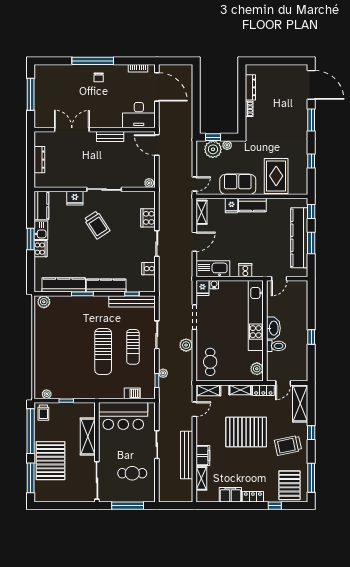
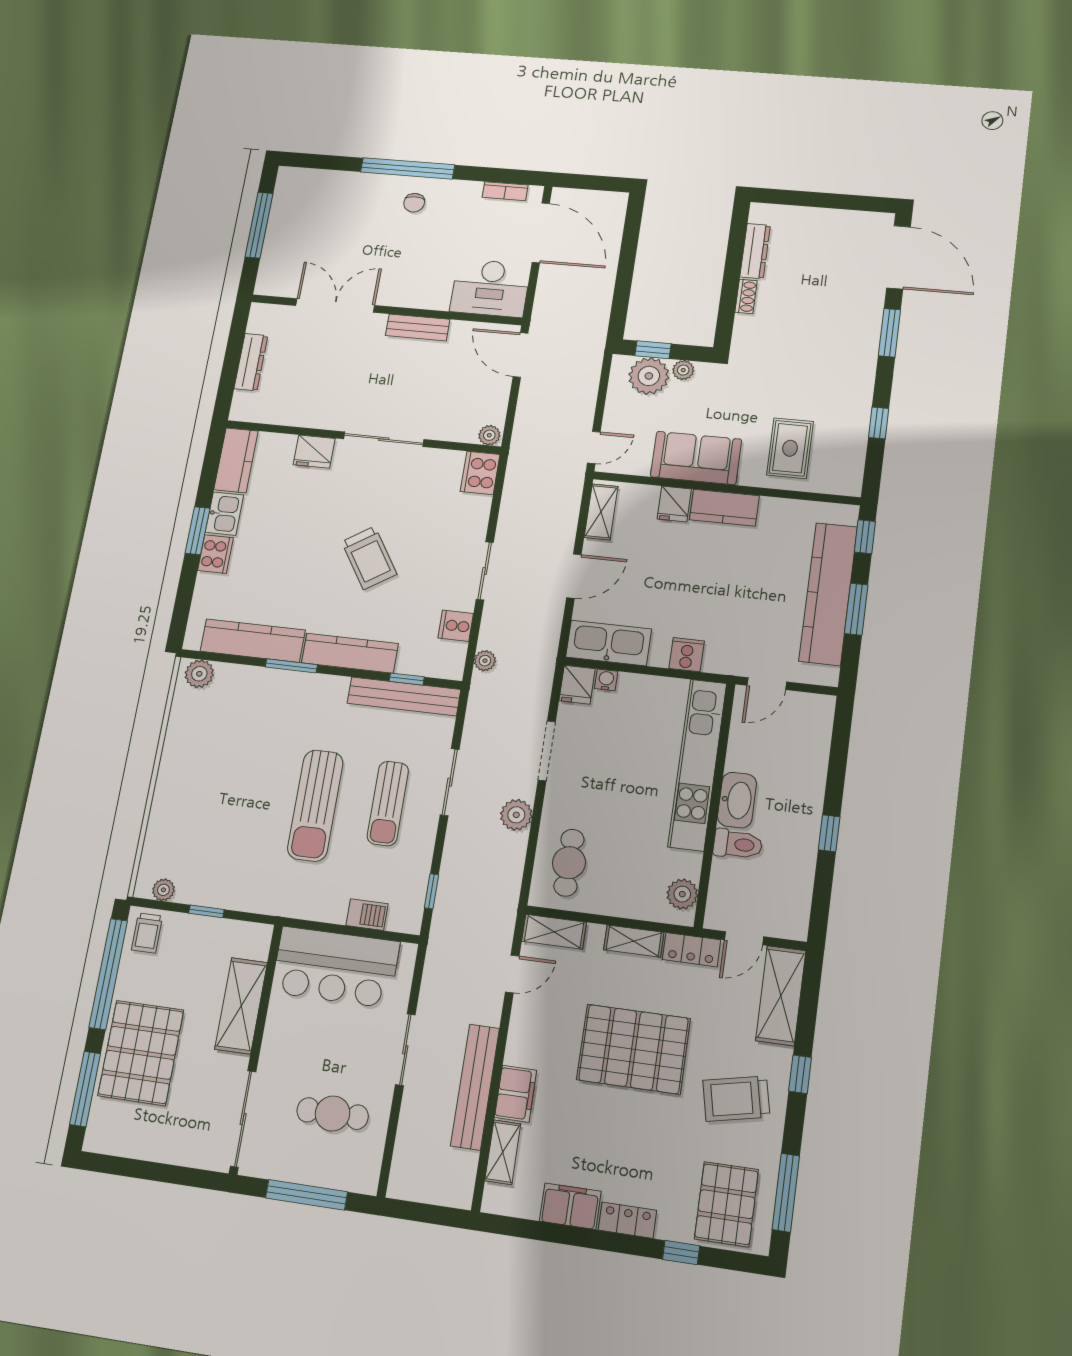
rug: (276, 176) -> (790, 448), width x0.73, depth x0.70
cooker: (148, 218) -> (480, 473), moved
trolley: (97, 225) -> (369, 558), moved
plant: (163, 373) -> (485, 661), moved

